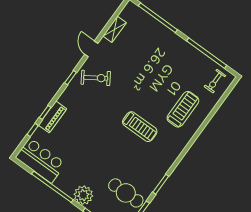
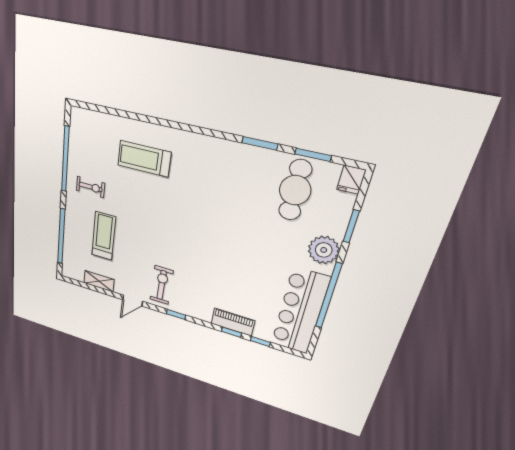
exercise bike: (96, 78) -> (162, 285), turned 33
exercise bike: (215, 81) -> (91, 187), moved
treadmill: (140, 127) -> (104, 236), moved
bar counter: (40, 160) -> (300, 311), width x1.36

